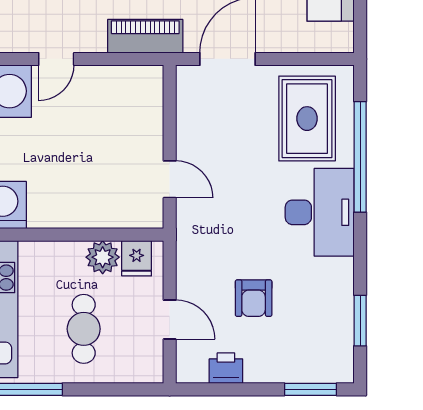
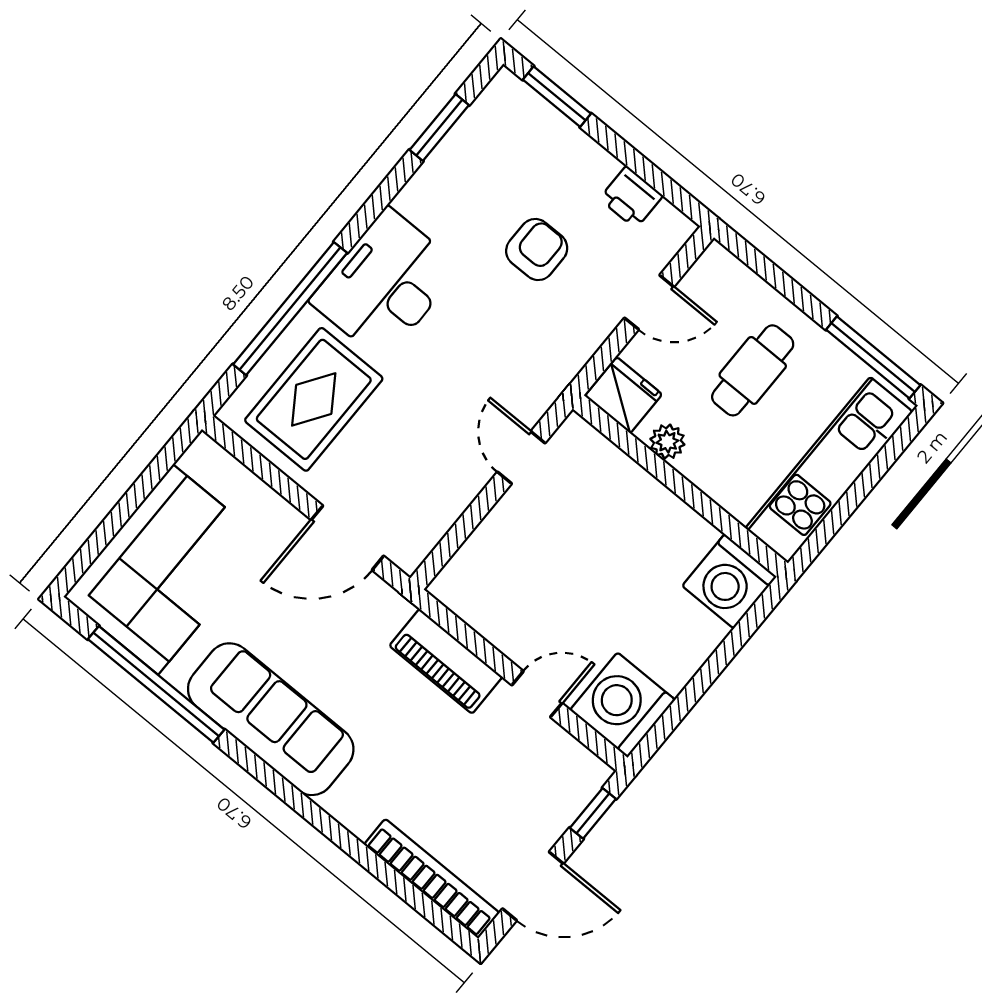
piano: (145, 36) -> (446, 661), moved
plant: (103, 257) -> (667, 442), width x0.73, depth x0.73
fridge: (137, 258) -> (623, 395), width x1.38
door: (170, 320) -> (649, 302), swing flipped

